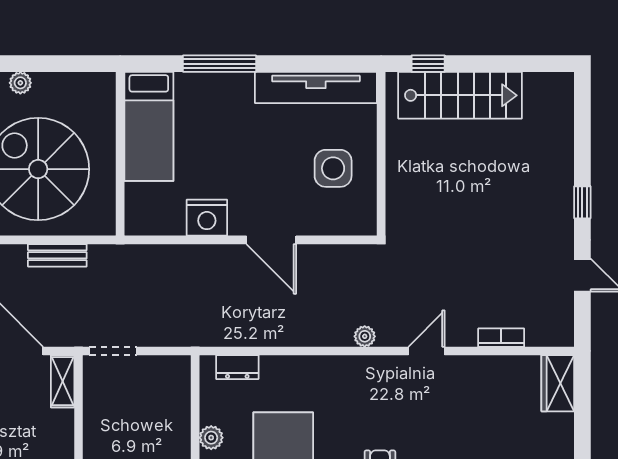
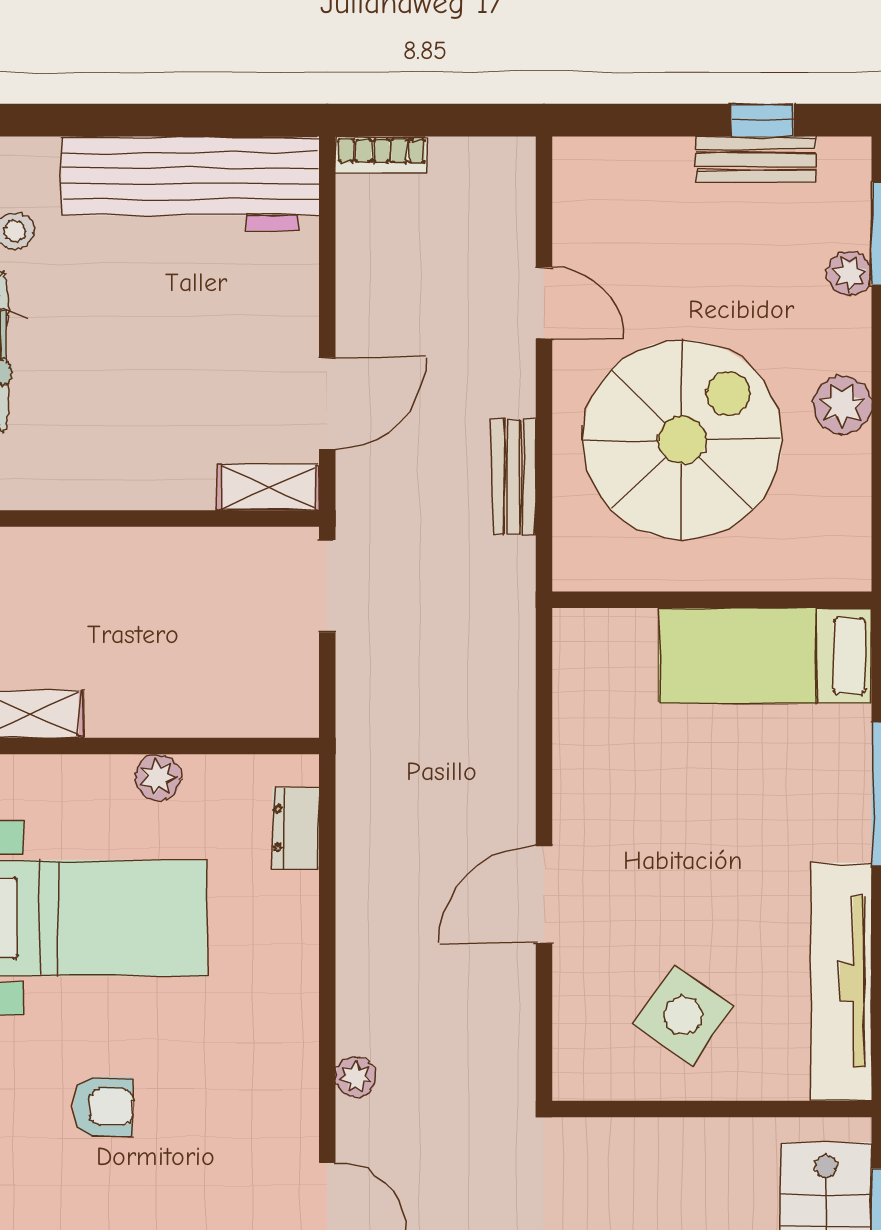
plant: (20, 83) -> (842, 405), width x1.38, depth x1.38
side table: (333, 168) -> (684, 1015), turned 35
nightstand: (207, 218) -> (587, 769), removed

